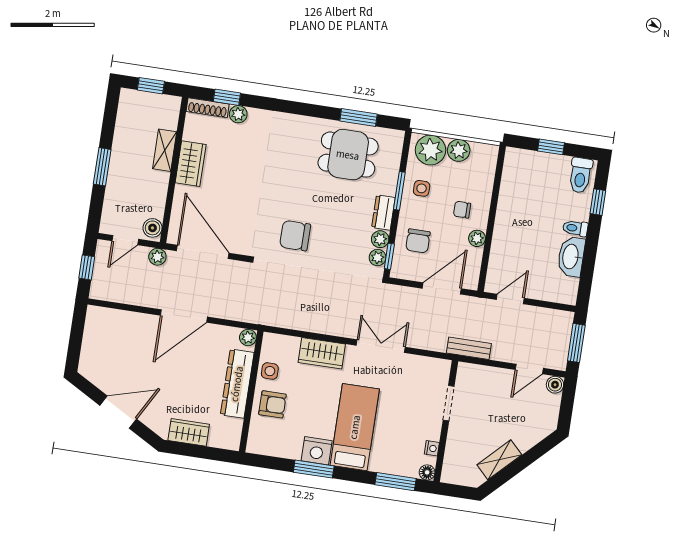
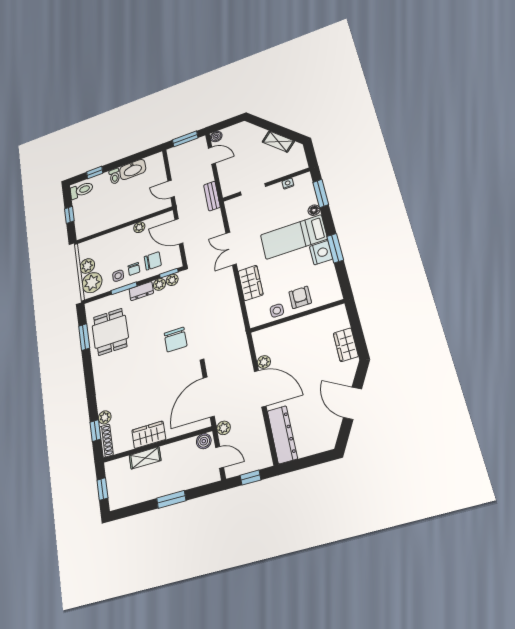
chair: (462, 210) -> (134, 269), moved
plant: (248, 337) -> (264, 362), moved
dresser: (237, 384) -> (282, 435), moved, turned -90
floor lamp: (427, 472) -> (314, 210), moved

